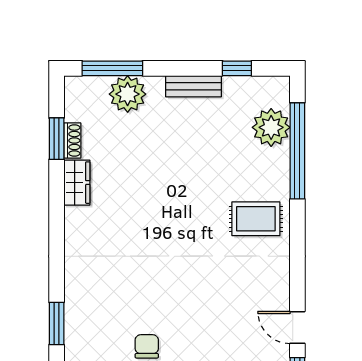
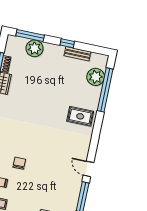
window: (237, 68) -> (67, 43), moved
bench: (193, 86) -> (77, 54), moved

